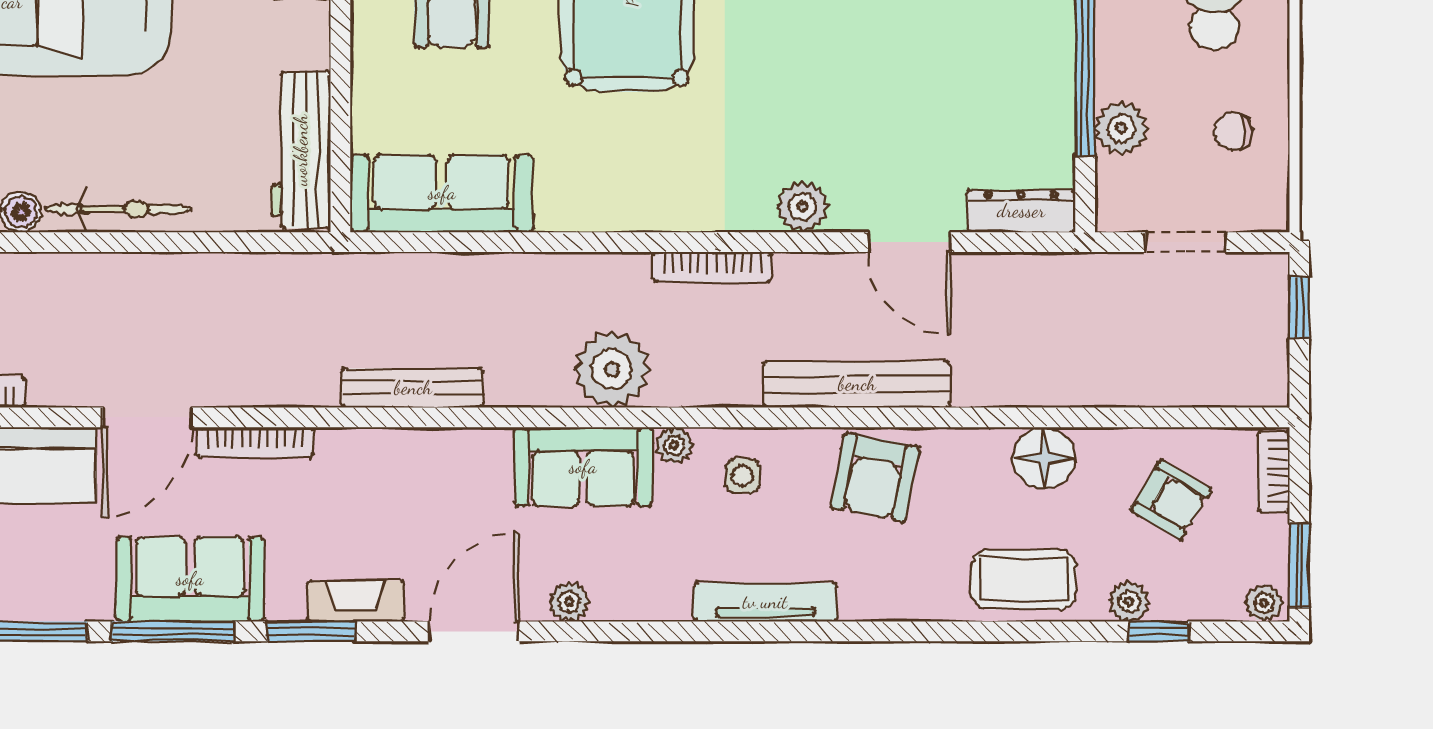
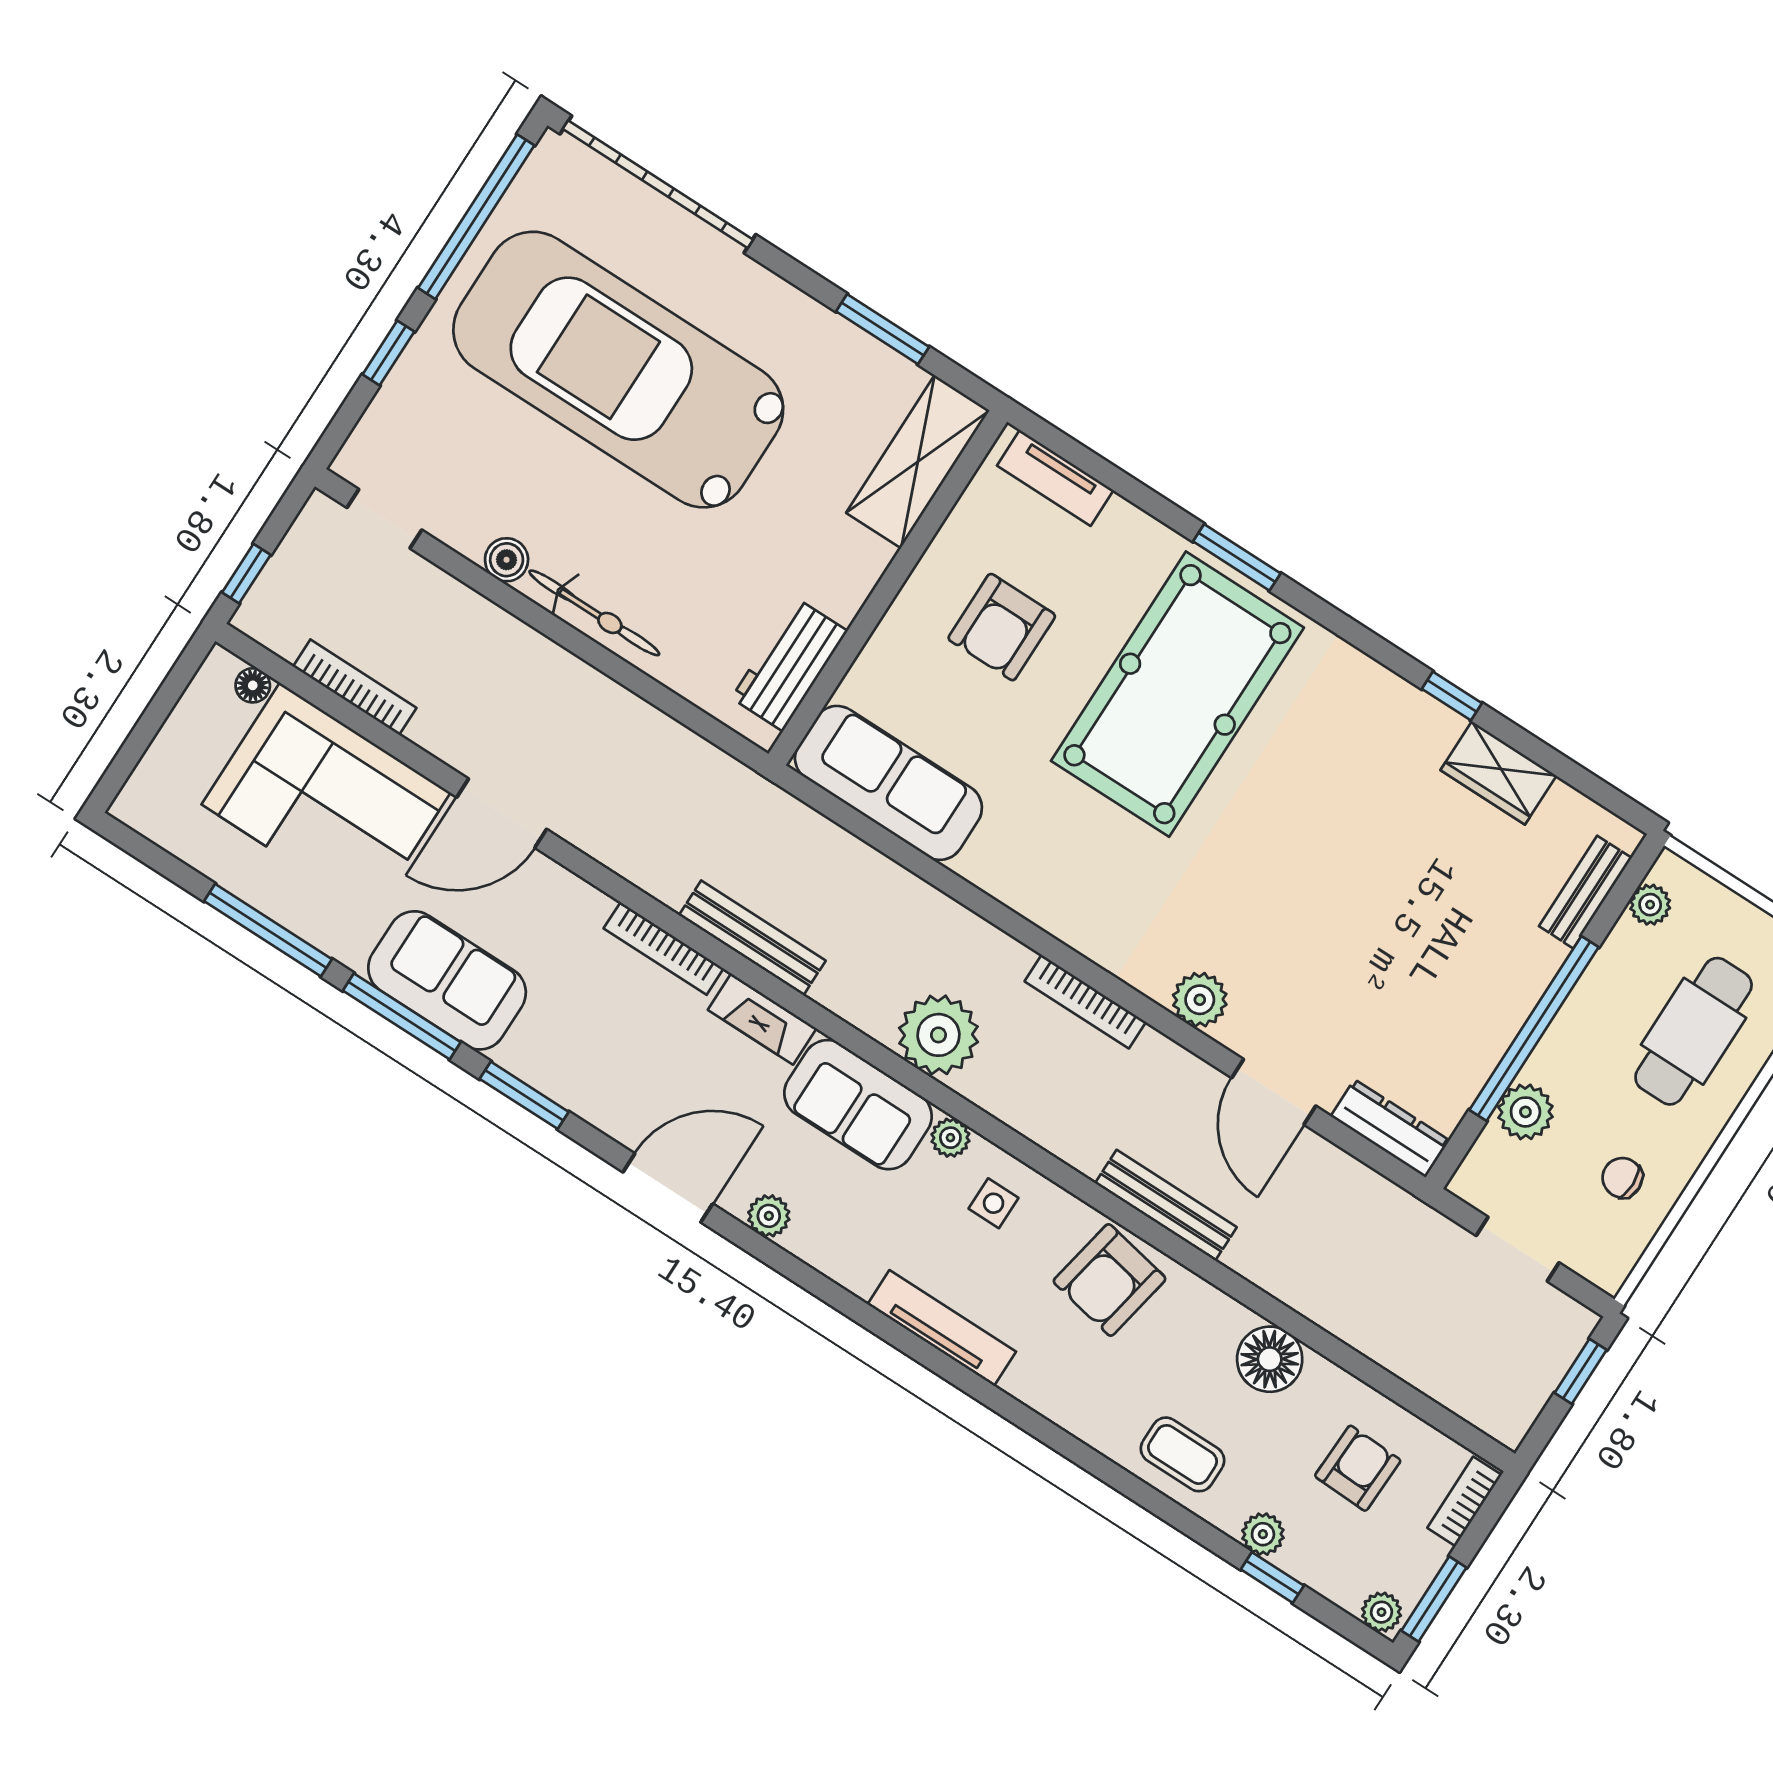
workbench: (301, 150) -> (789, 664), width x0.73
bench: (857, 384) -> (1166, 1205), width x0.73, depth x0.82
bookcase: (255, 442) -> (664, 948), moved
armchair: (1171, 500) -> (1358, 1468), turned -119
coffee table: (1023, 579) -> (1182, 1454), width x0.73, depth x0.77
fireplace: (356, 601) -> (762, 1019), moved, turned 180

